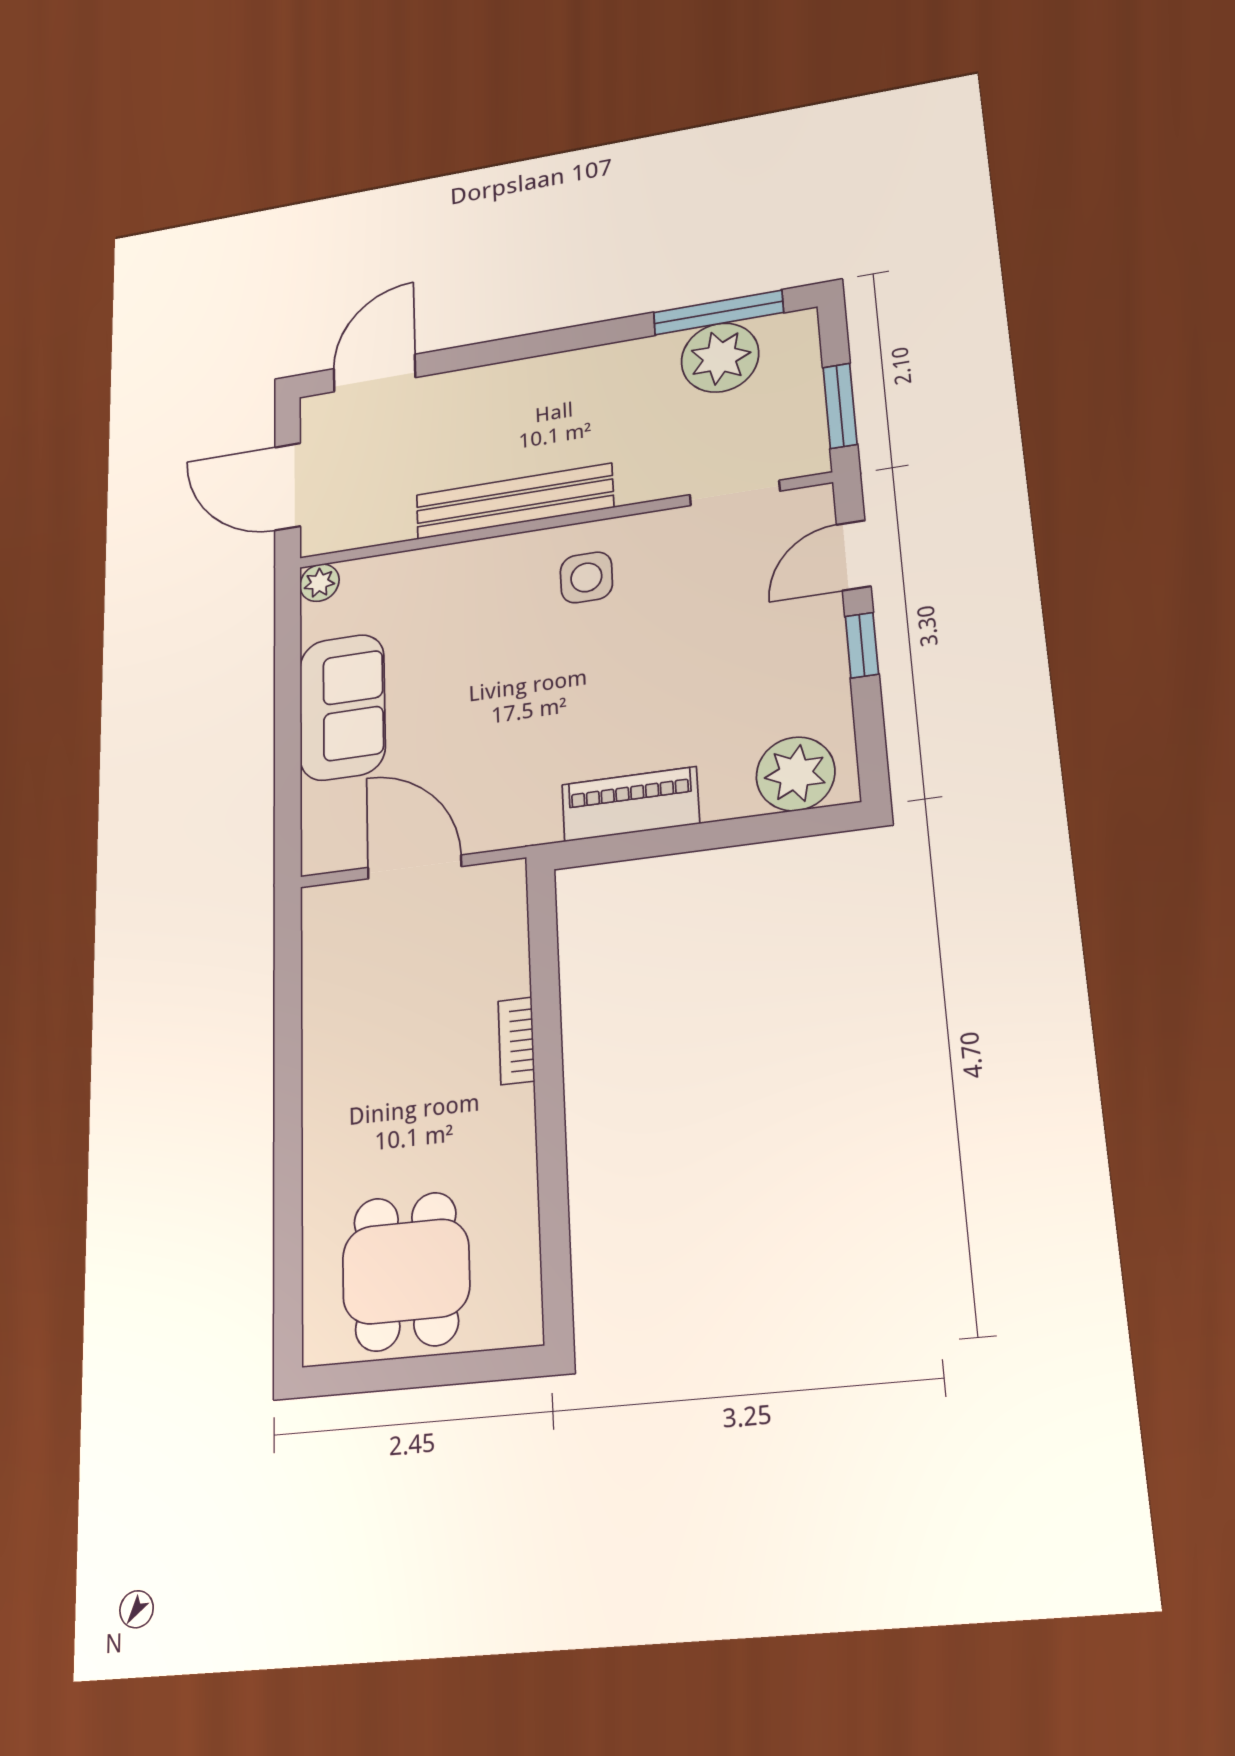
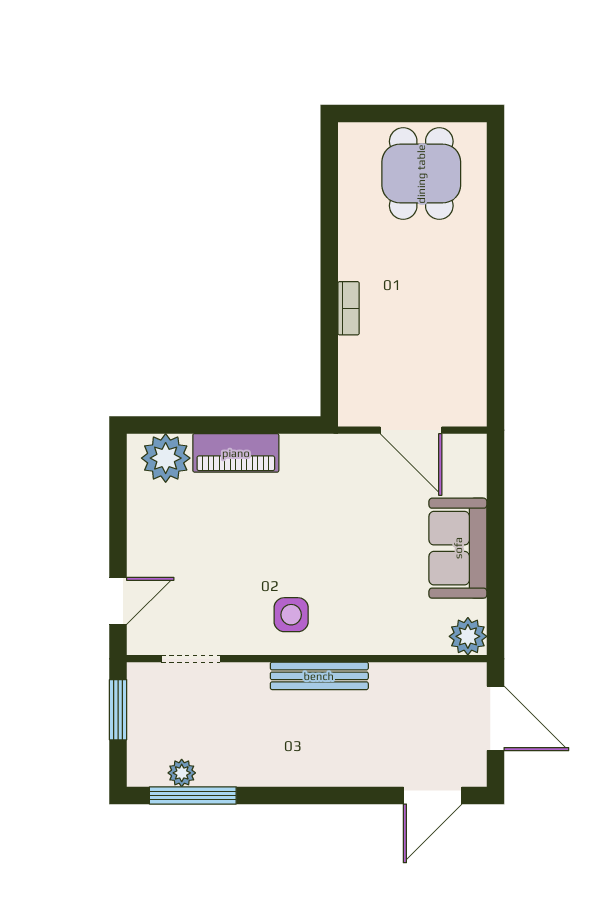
plant: (720, 358) -> (182, 773), width x0.53, depth x0.53
bench: (514, 501) -> (319, 676), width x0.73, depth x0.82
plant: (319, 583) -> (468, 636), width x1.38, depth x1.38
window: (862, 645) -> (118, 538), removed
piano: (630, 804) -> (236, 453), moved

